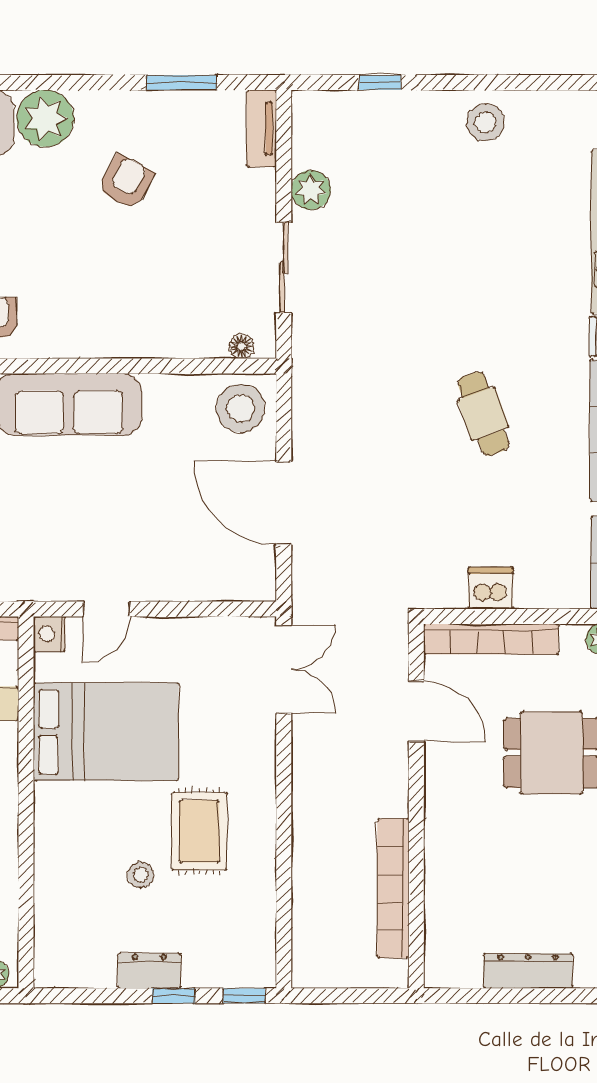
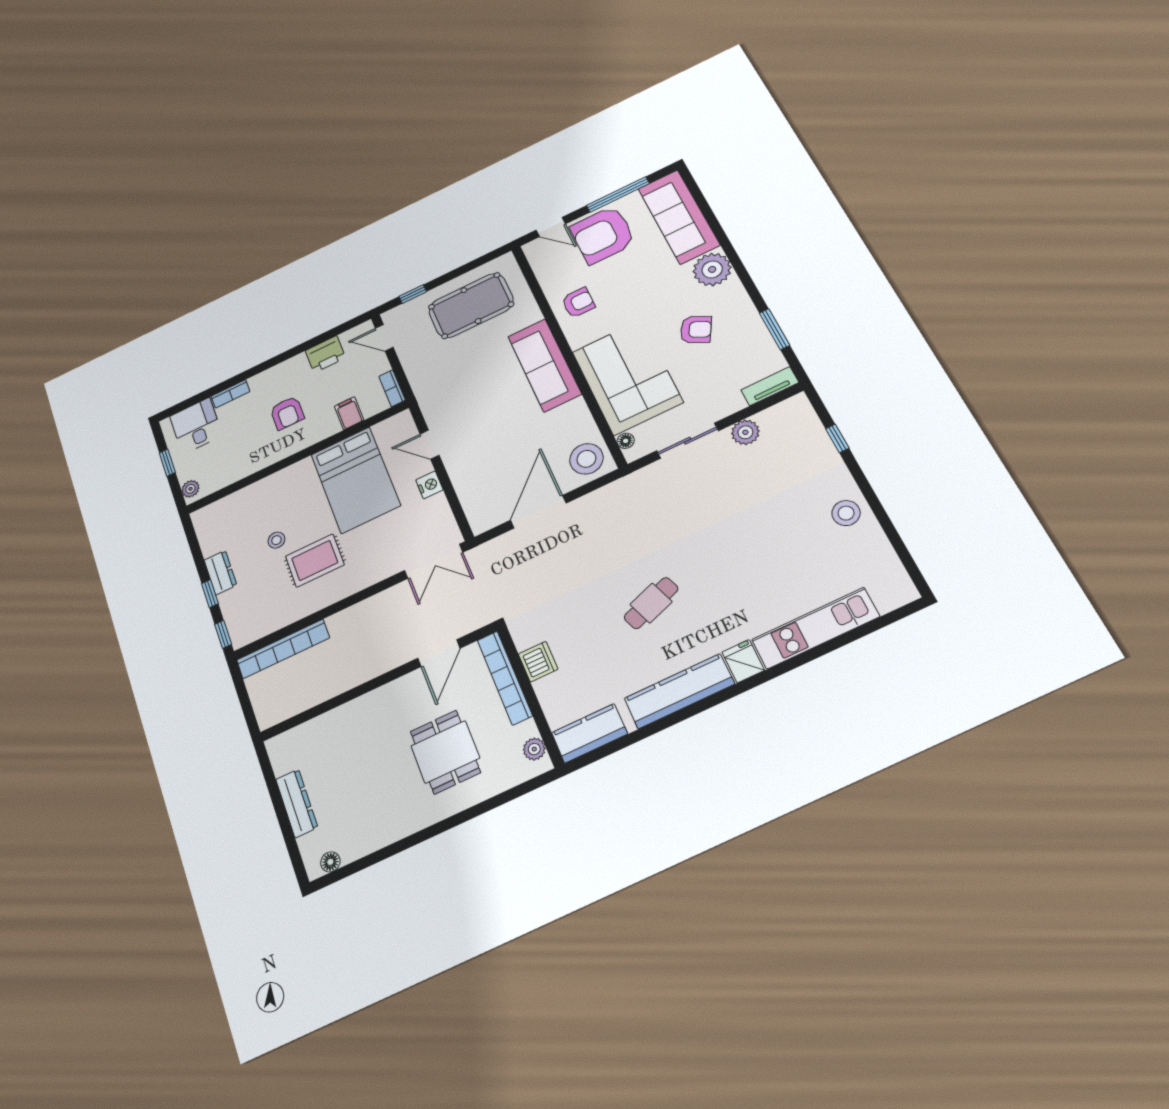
corner sofa: (148, 303) -> (627, 377), added
nightstand: (49, 634) -> (429, 485), moved, turned 90
bookcase: (393, 888) -> (283, 649), moved, turned 180

